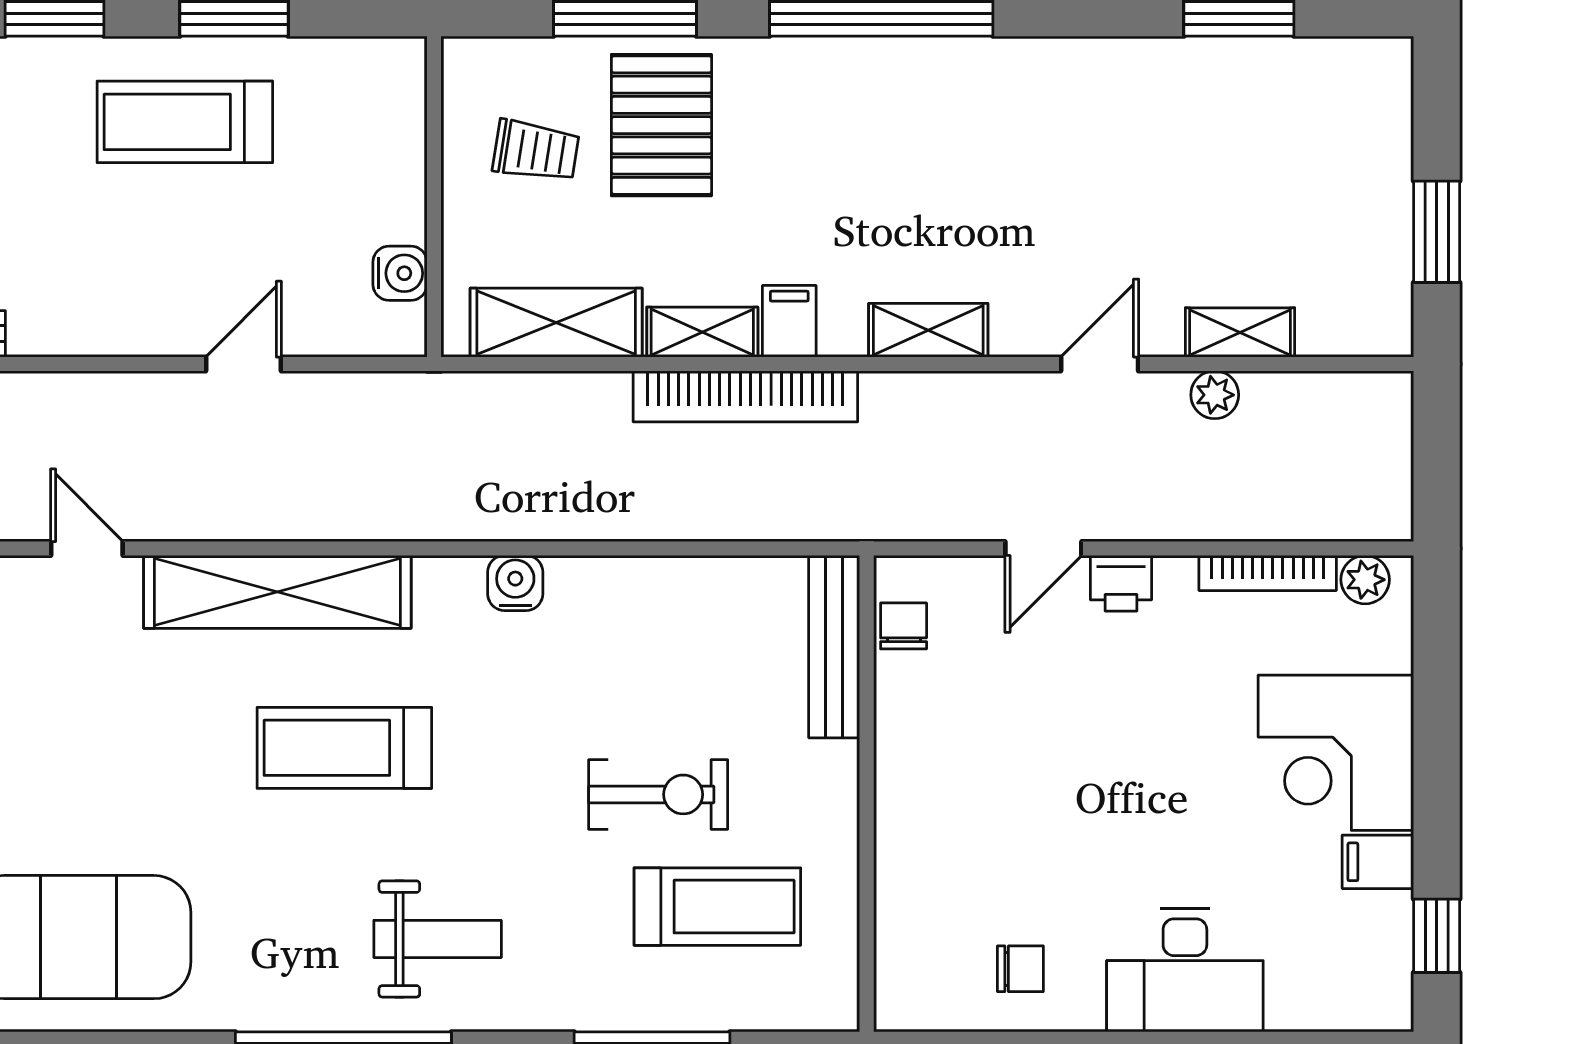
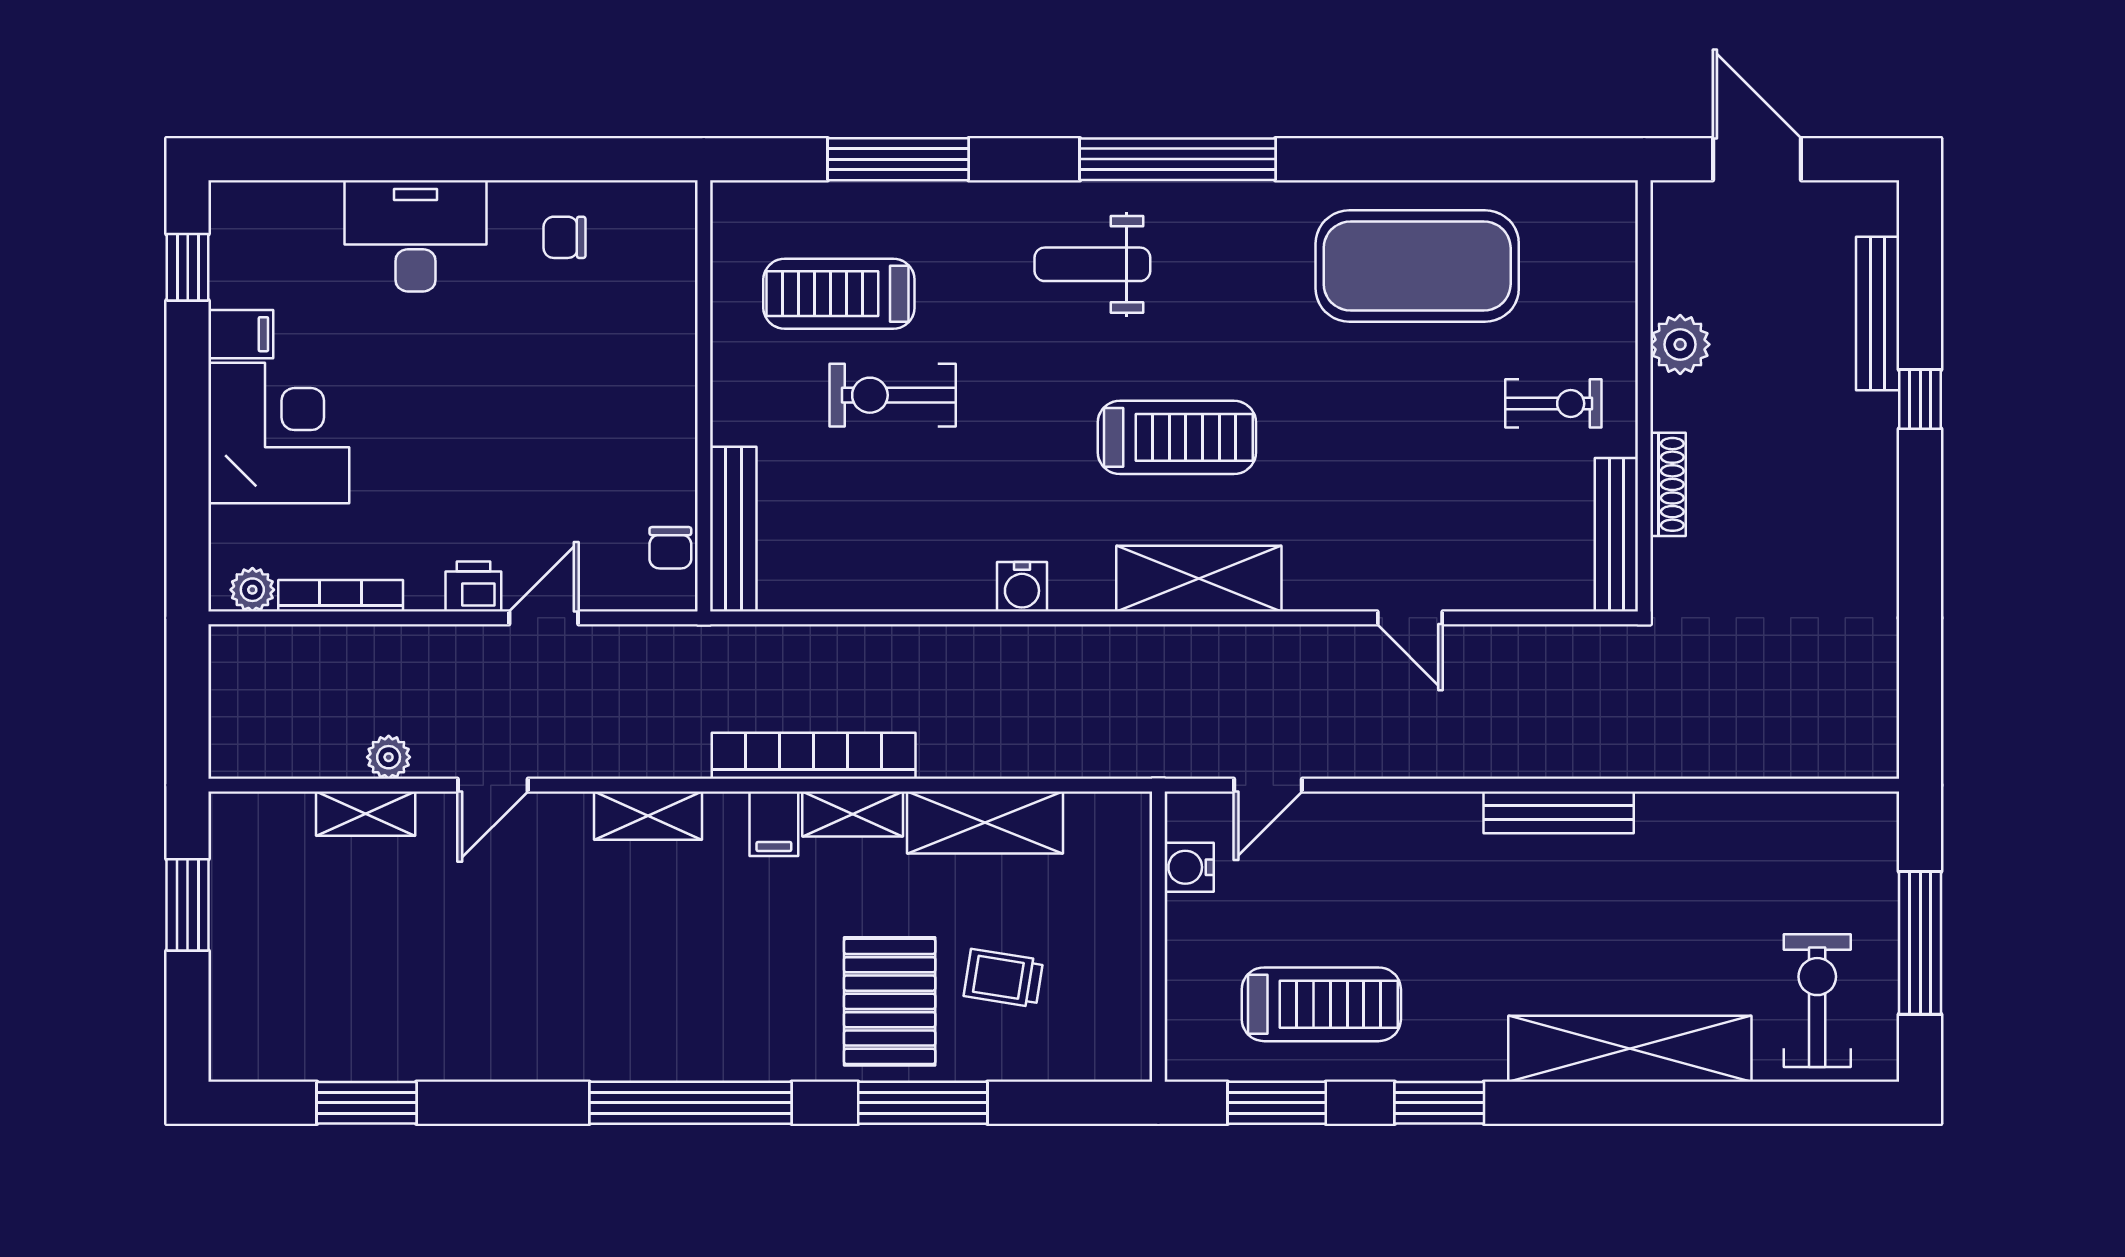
wall: (434, 197) -> (1158, 937), moved
water cooler: (400, 273) -> (1189, 867), moved
shelving: (277, 592) -> (1199, 579), width x0.68

